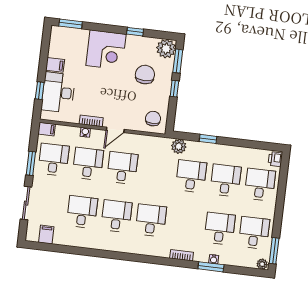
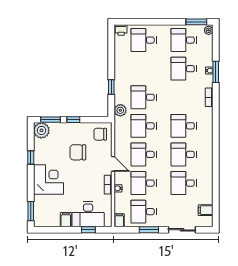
chair: (145, 75) -> (78, 152), moved
desk: (225, 180) -> (144, 126), moved

